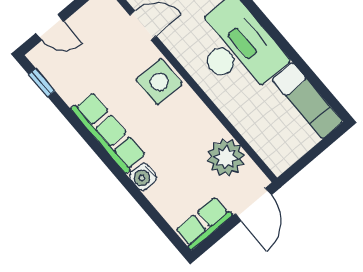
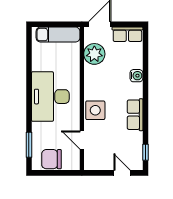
exam couch: (307, 101) -> (58, 35), moved, turned 90
row of seats: (109, 132) -> (135, 115), width x0.68

